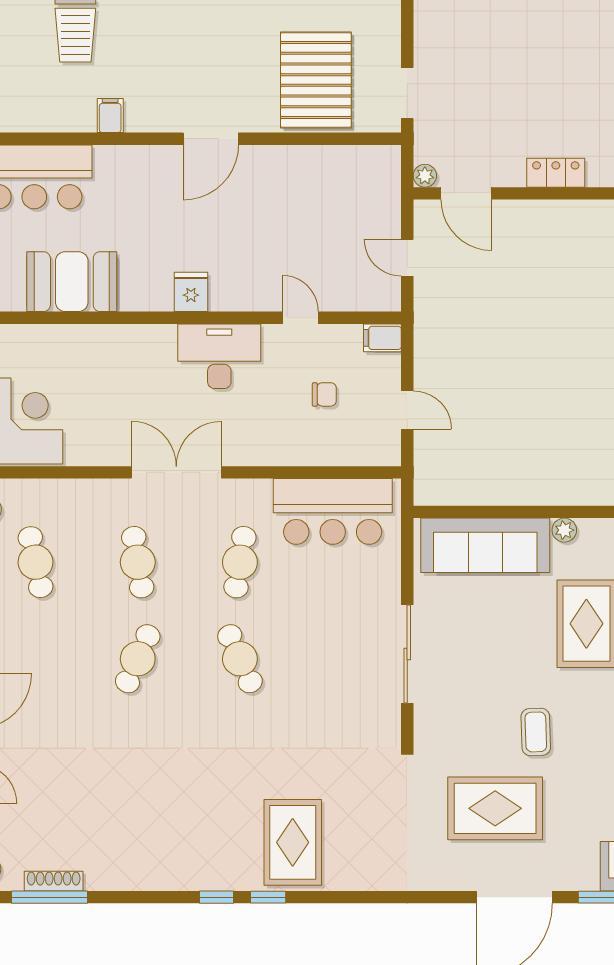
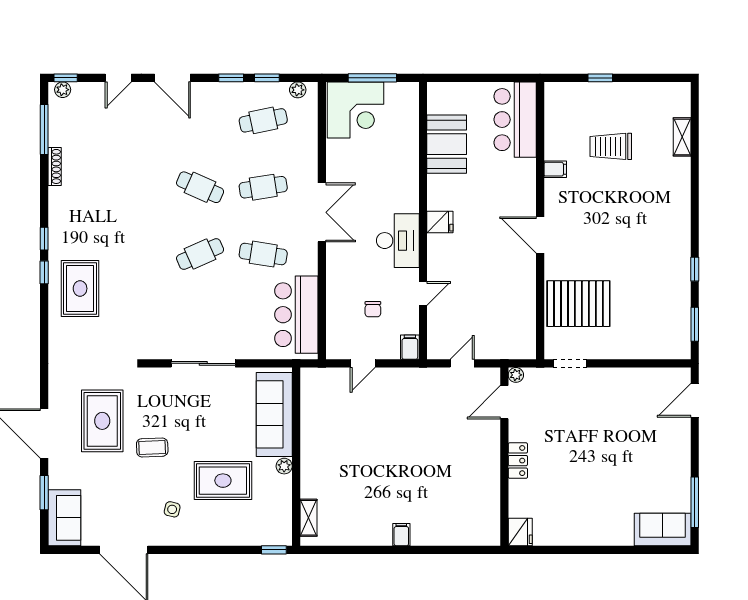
rug: (293, 842) -> (80, 289), turned 90
shoe rack: (54, 881) -> (55, 166), moved

